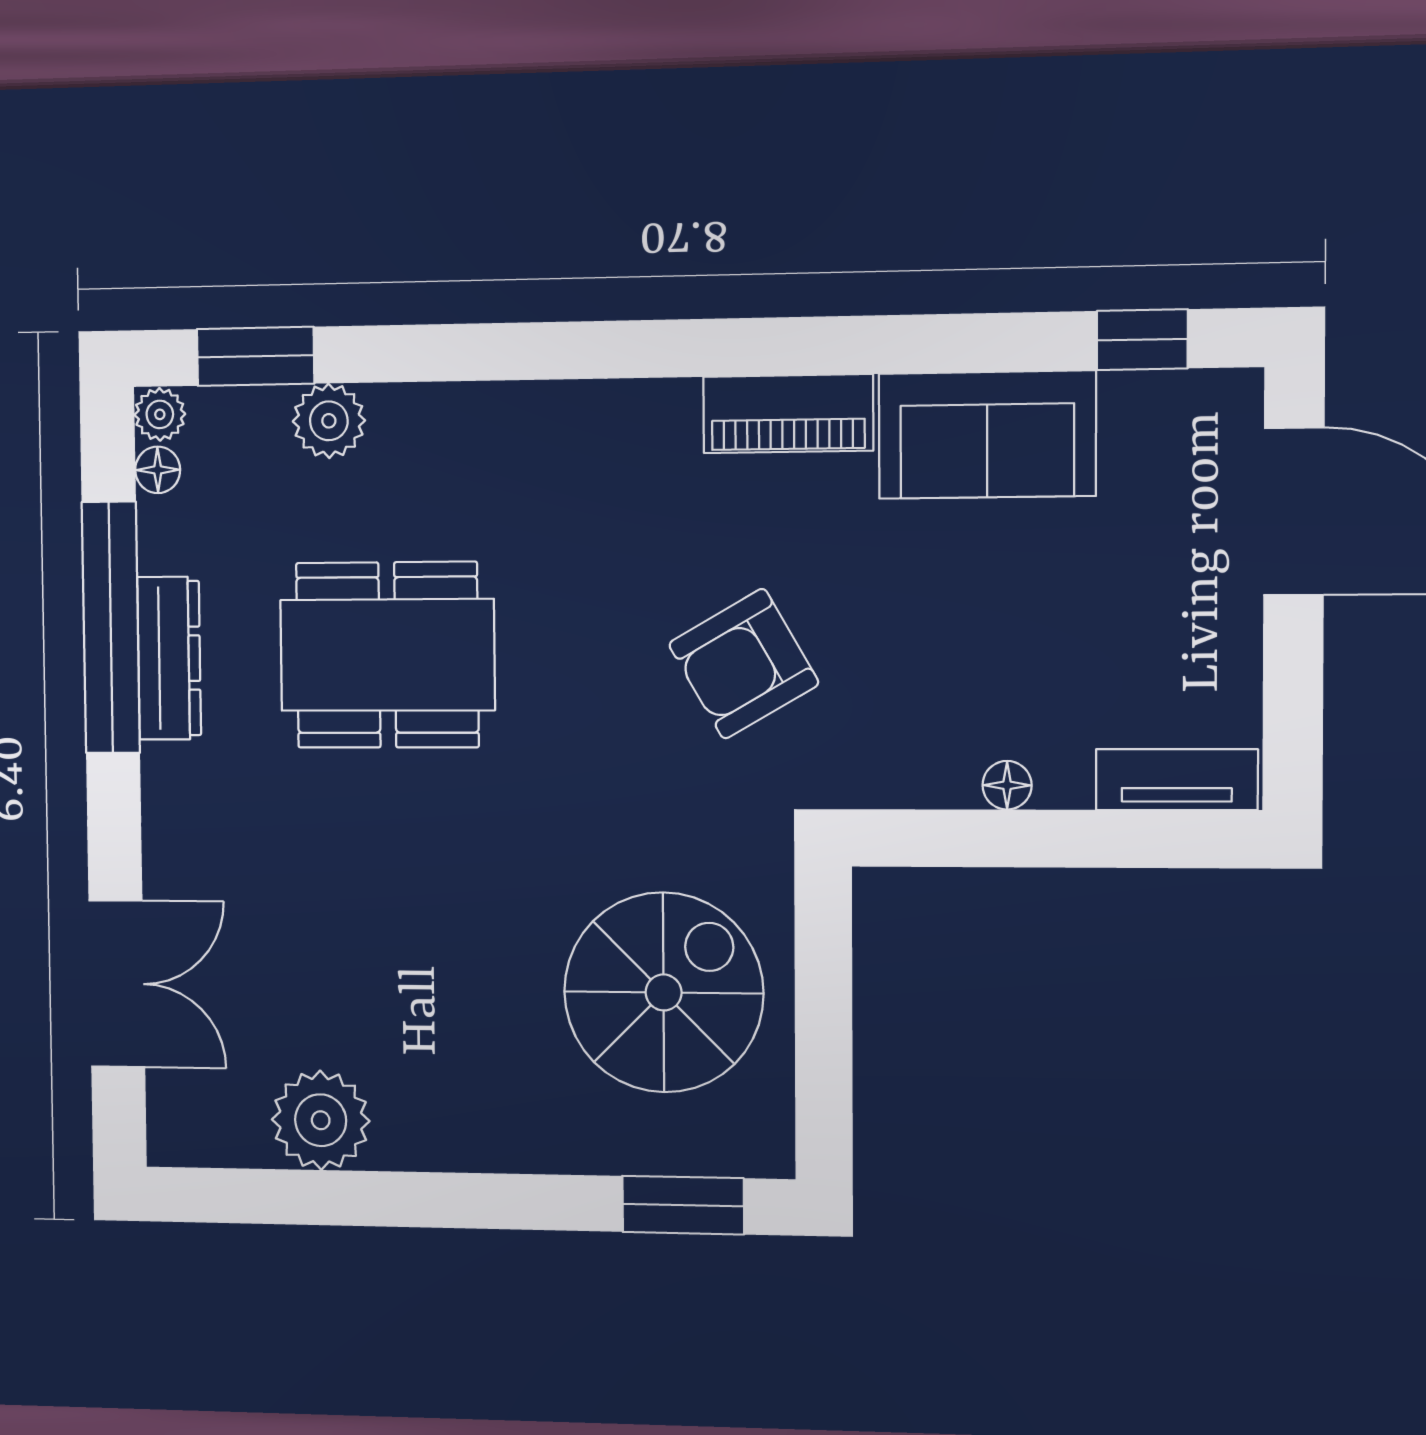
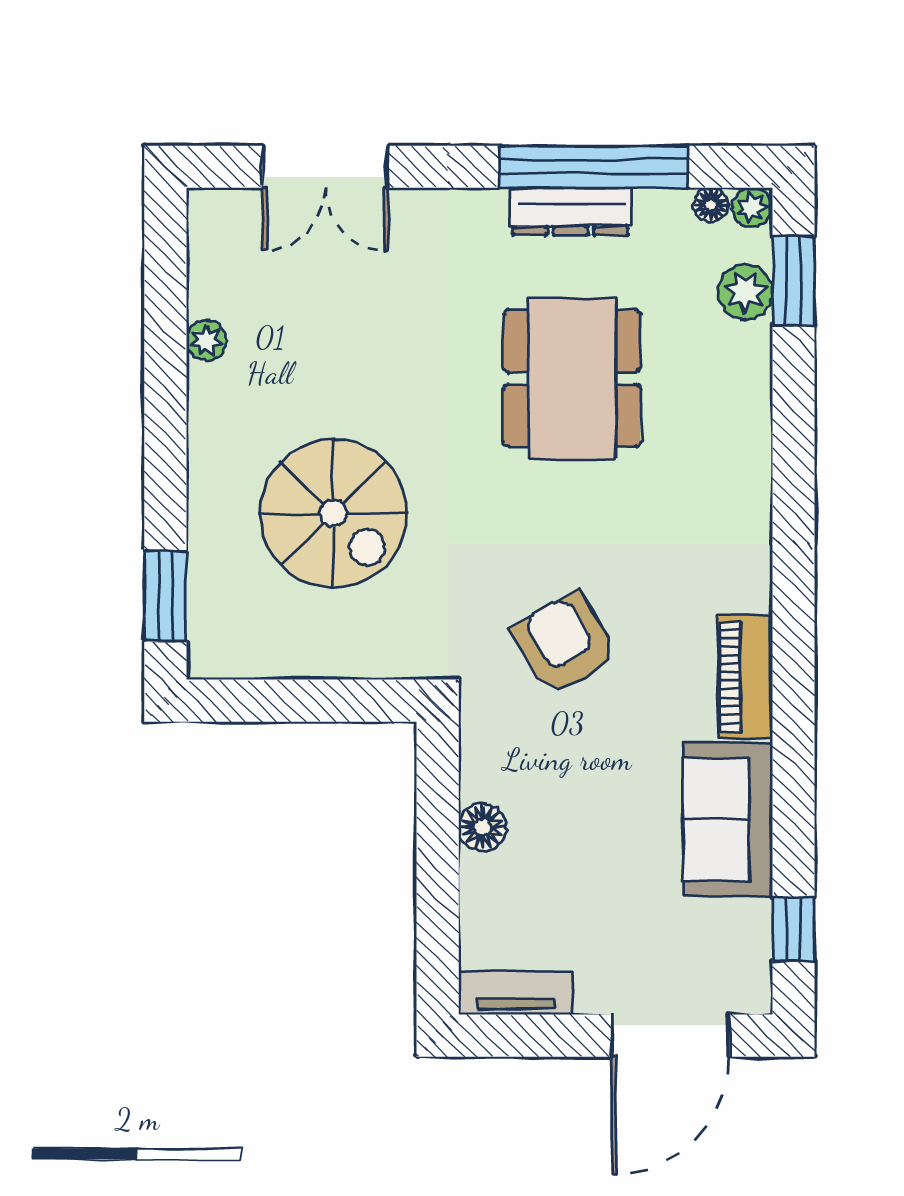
plant: (329, 421) -> (745, 292), moved
tv unit: (1177, 780) -> (516, 993), moved, turned -90
floor lamp: (1007, 785) -> (483, 827), width x1.37, depth x1.37
spiral stairs: (664, 992) -> (333, 513), moved
plant: (321, 1120) -> (206, 341), width x0.53, depth x0.53

